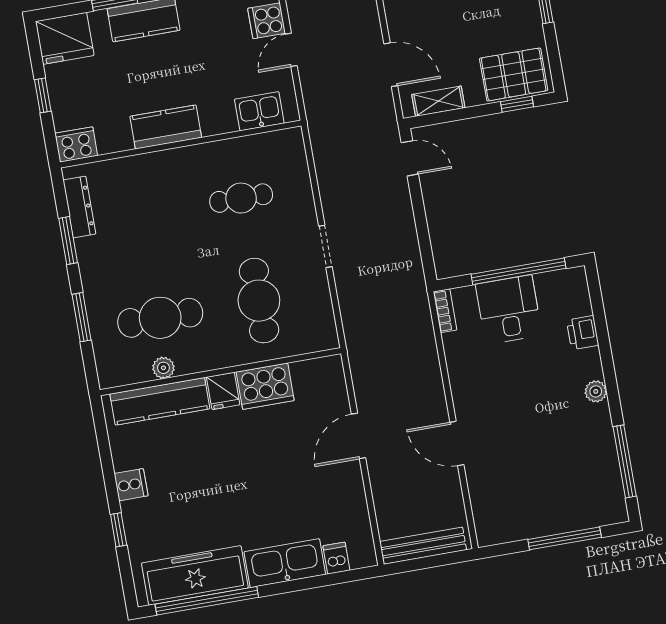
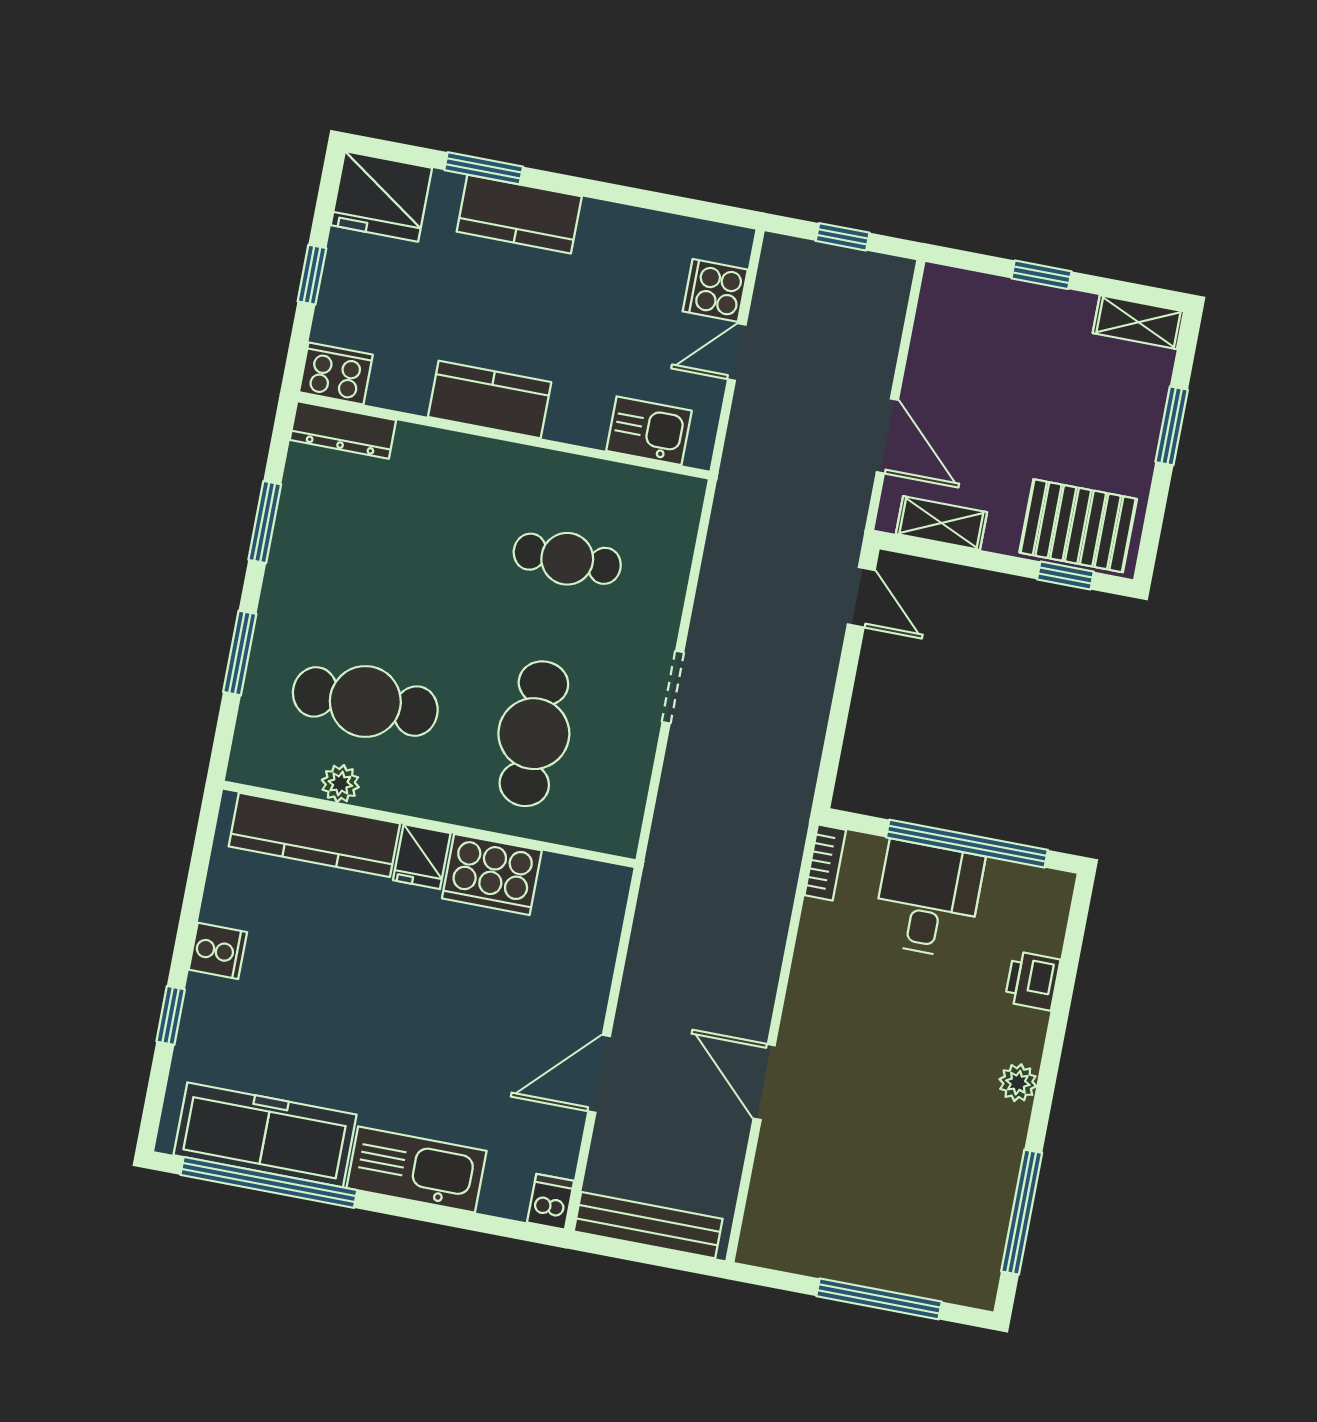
dresser: (79, 207) -> (343, 430), moved, turned 90
door: (358, 436) -> (599, 1074), moved
dishwasher: (336, 558) -> (551, 1202), moved

